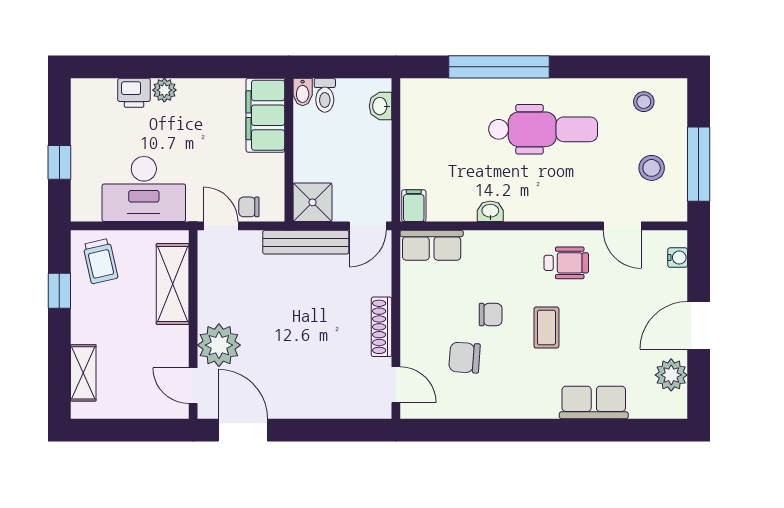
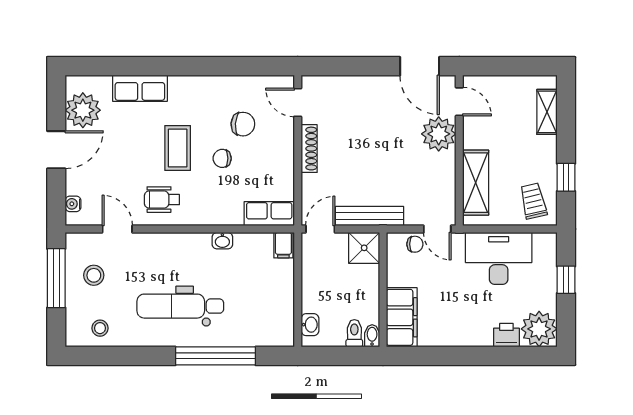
plant: (164, 90) -> (539, 329), moved, width x1.88, depth x1.88
coffee table: (546, 328) -> (178, 148), width x1.36, depth x1.30
plant: (671, 375) -> (83, 110), width x1.36, depth x1.36

